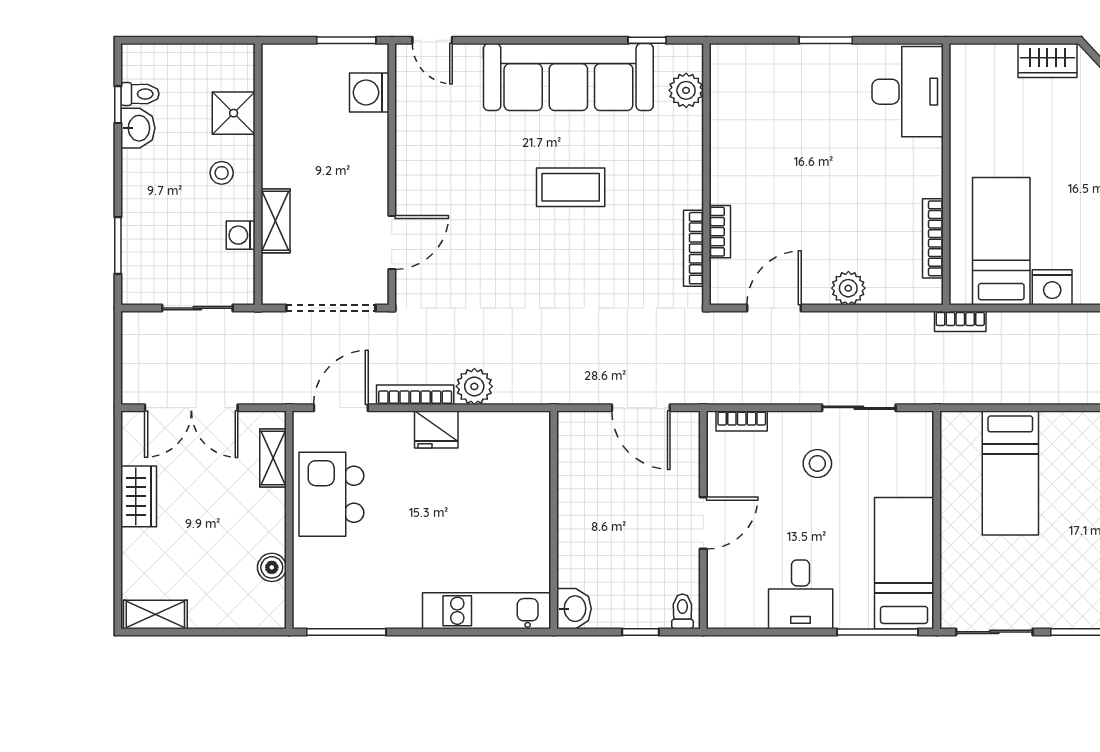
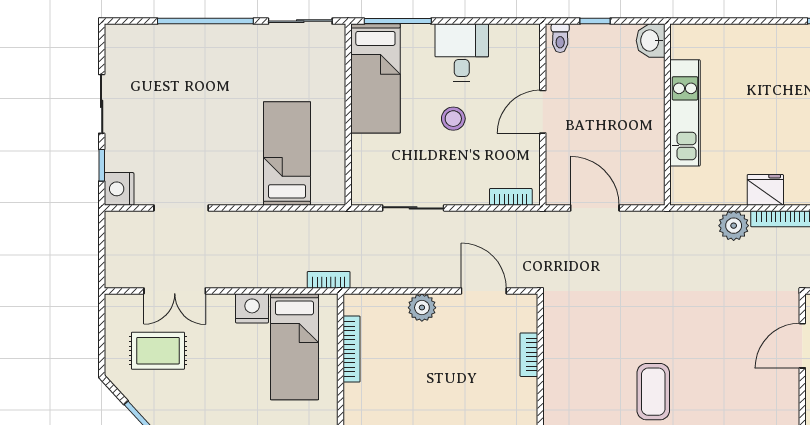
coffee table: (571, 187) -> (653, 392), turned 90
bookcase: (693, 248) -> (551, 341), removed
door: (774, 308) -> (484, 291), swing flipped
stool: (817, 463) -> (453, 119), moved
kitchen unit: (487, 611) -> (685, 113), moved, turned -90

